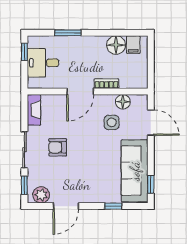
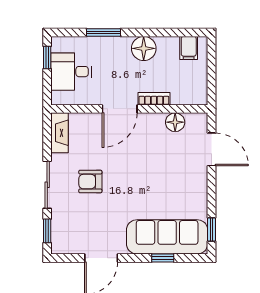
floor lamp: (116, 45) -> (144, 48), moved
side table: (112, 122) -> (161, 149), removed
sofa: (135, 171) -> (167, 237), moved, turned 90
plant: (41, 195) -> (69, 243), removed

